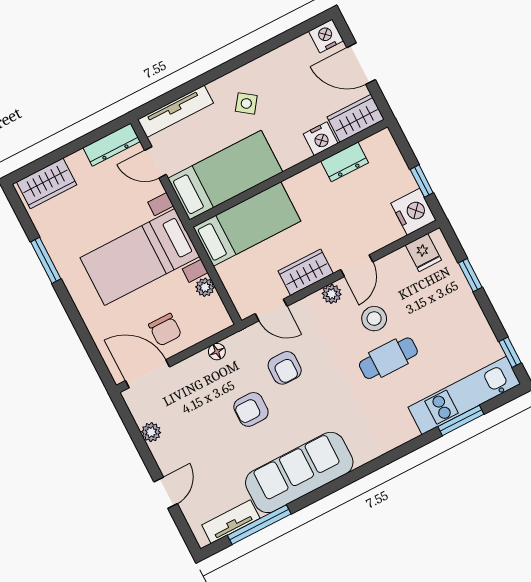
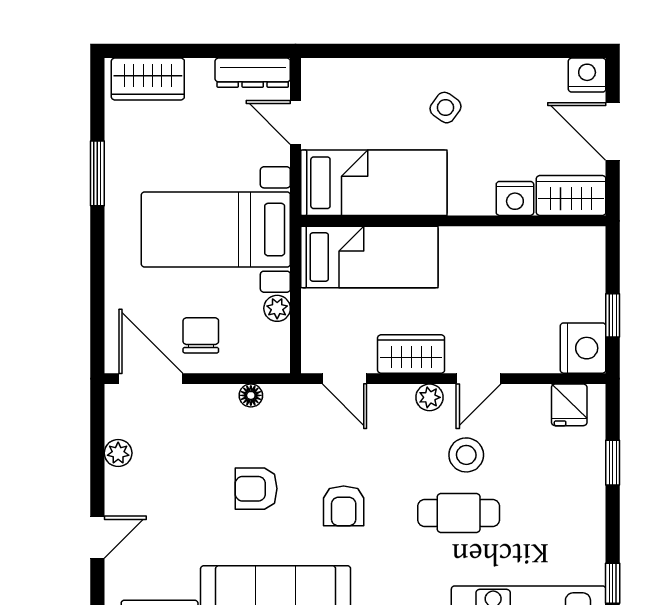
tv unit: (176, 111) -> (353, 72), removed
dresser: (345, 162) -> (530, 242), removed
chair: (165, 330) -> (201, 335), turned 180
armchair: (285, 368) -> (344, 506), moved

